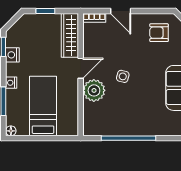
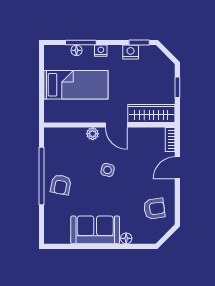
armchair: (159, 33) -> (154, 209), turned 82
plant: (94, 90) -> (93, 134), width x0.53, depth x0.53
armchair: (137, 120) -> (61, 185), added
floor lamp: (11, 131) -> (76, 50), moved

